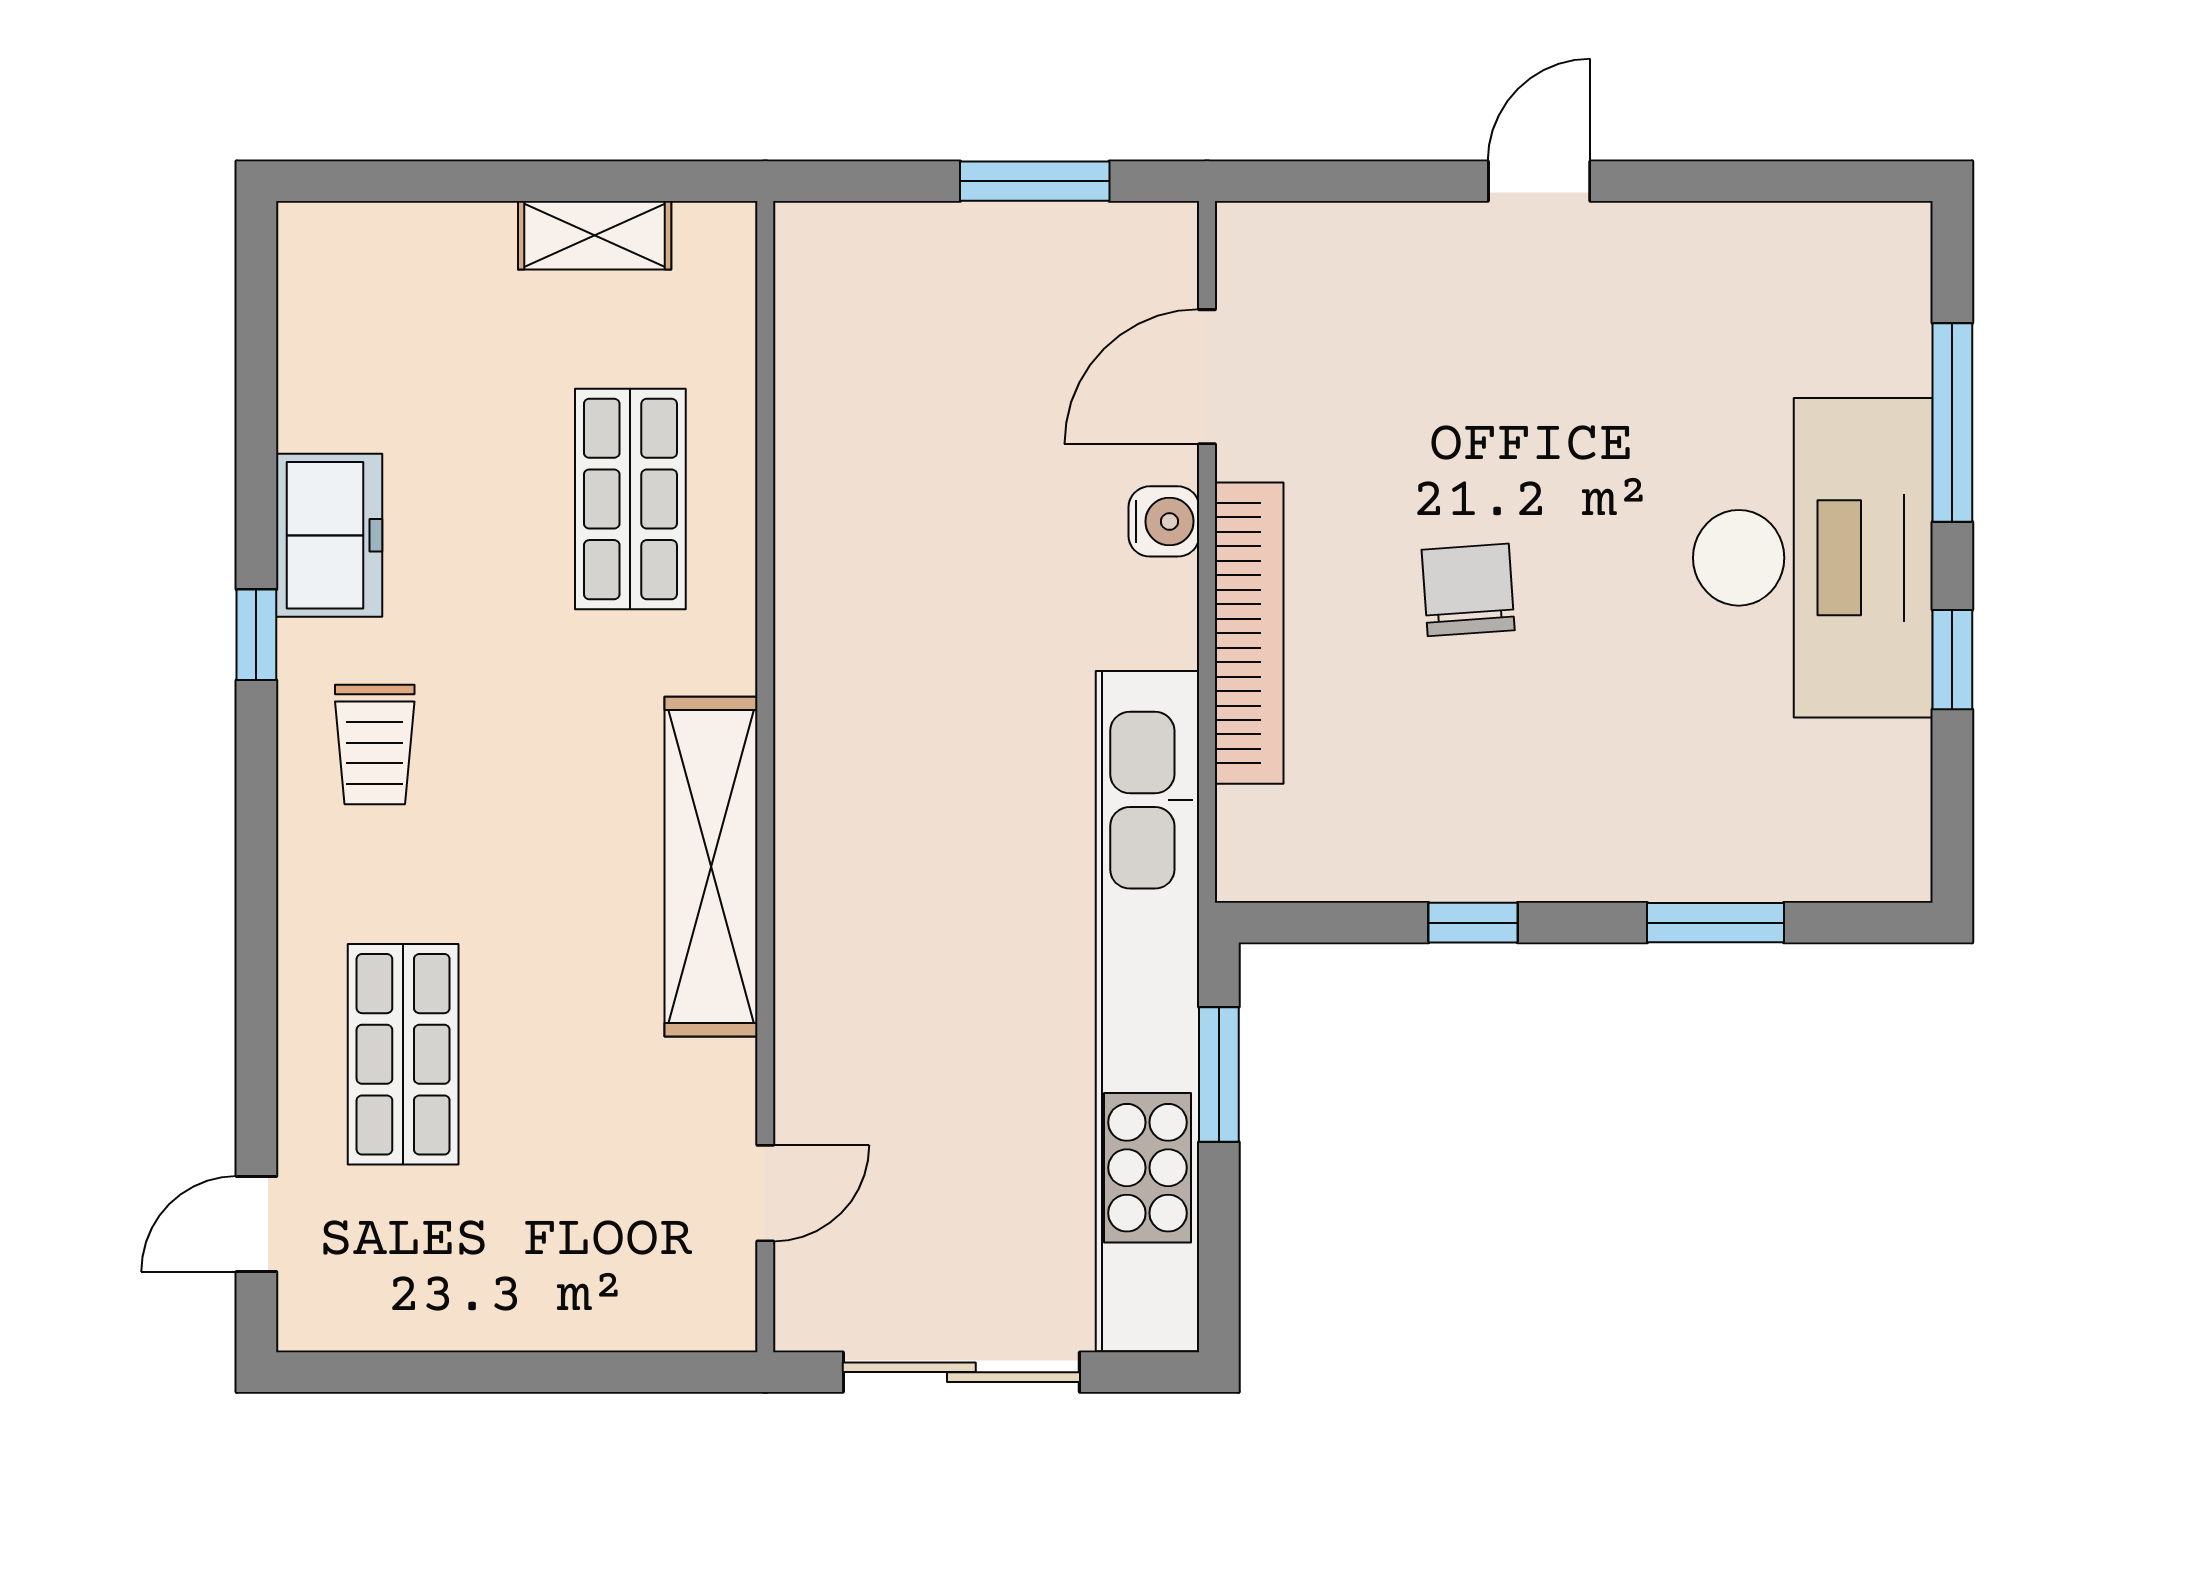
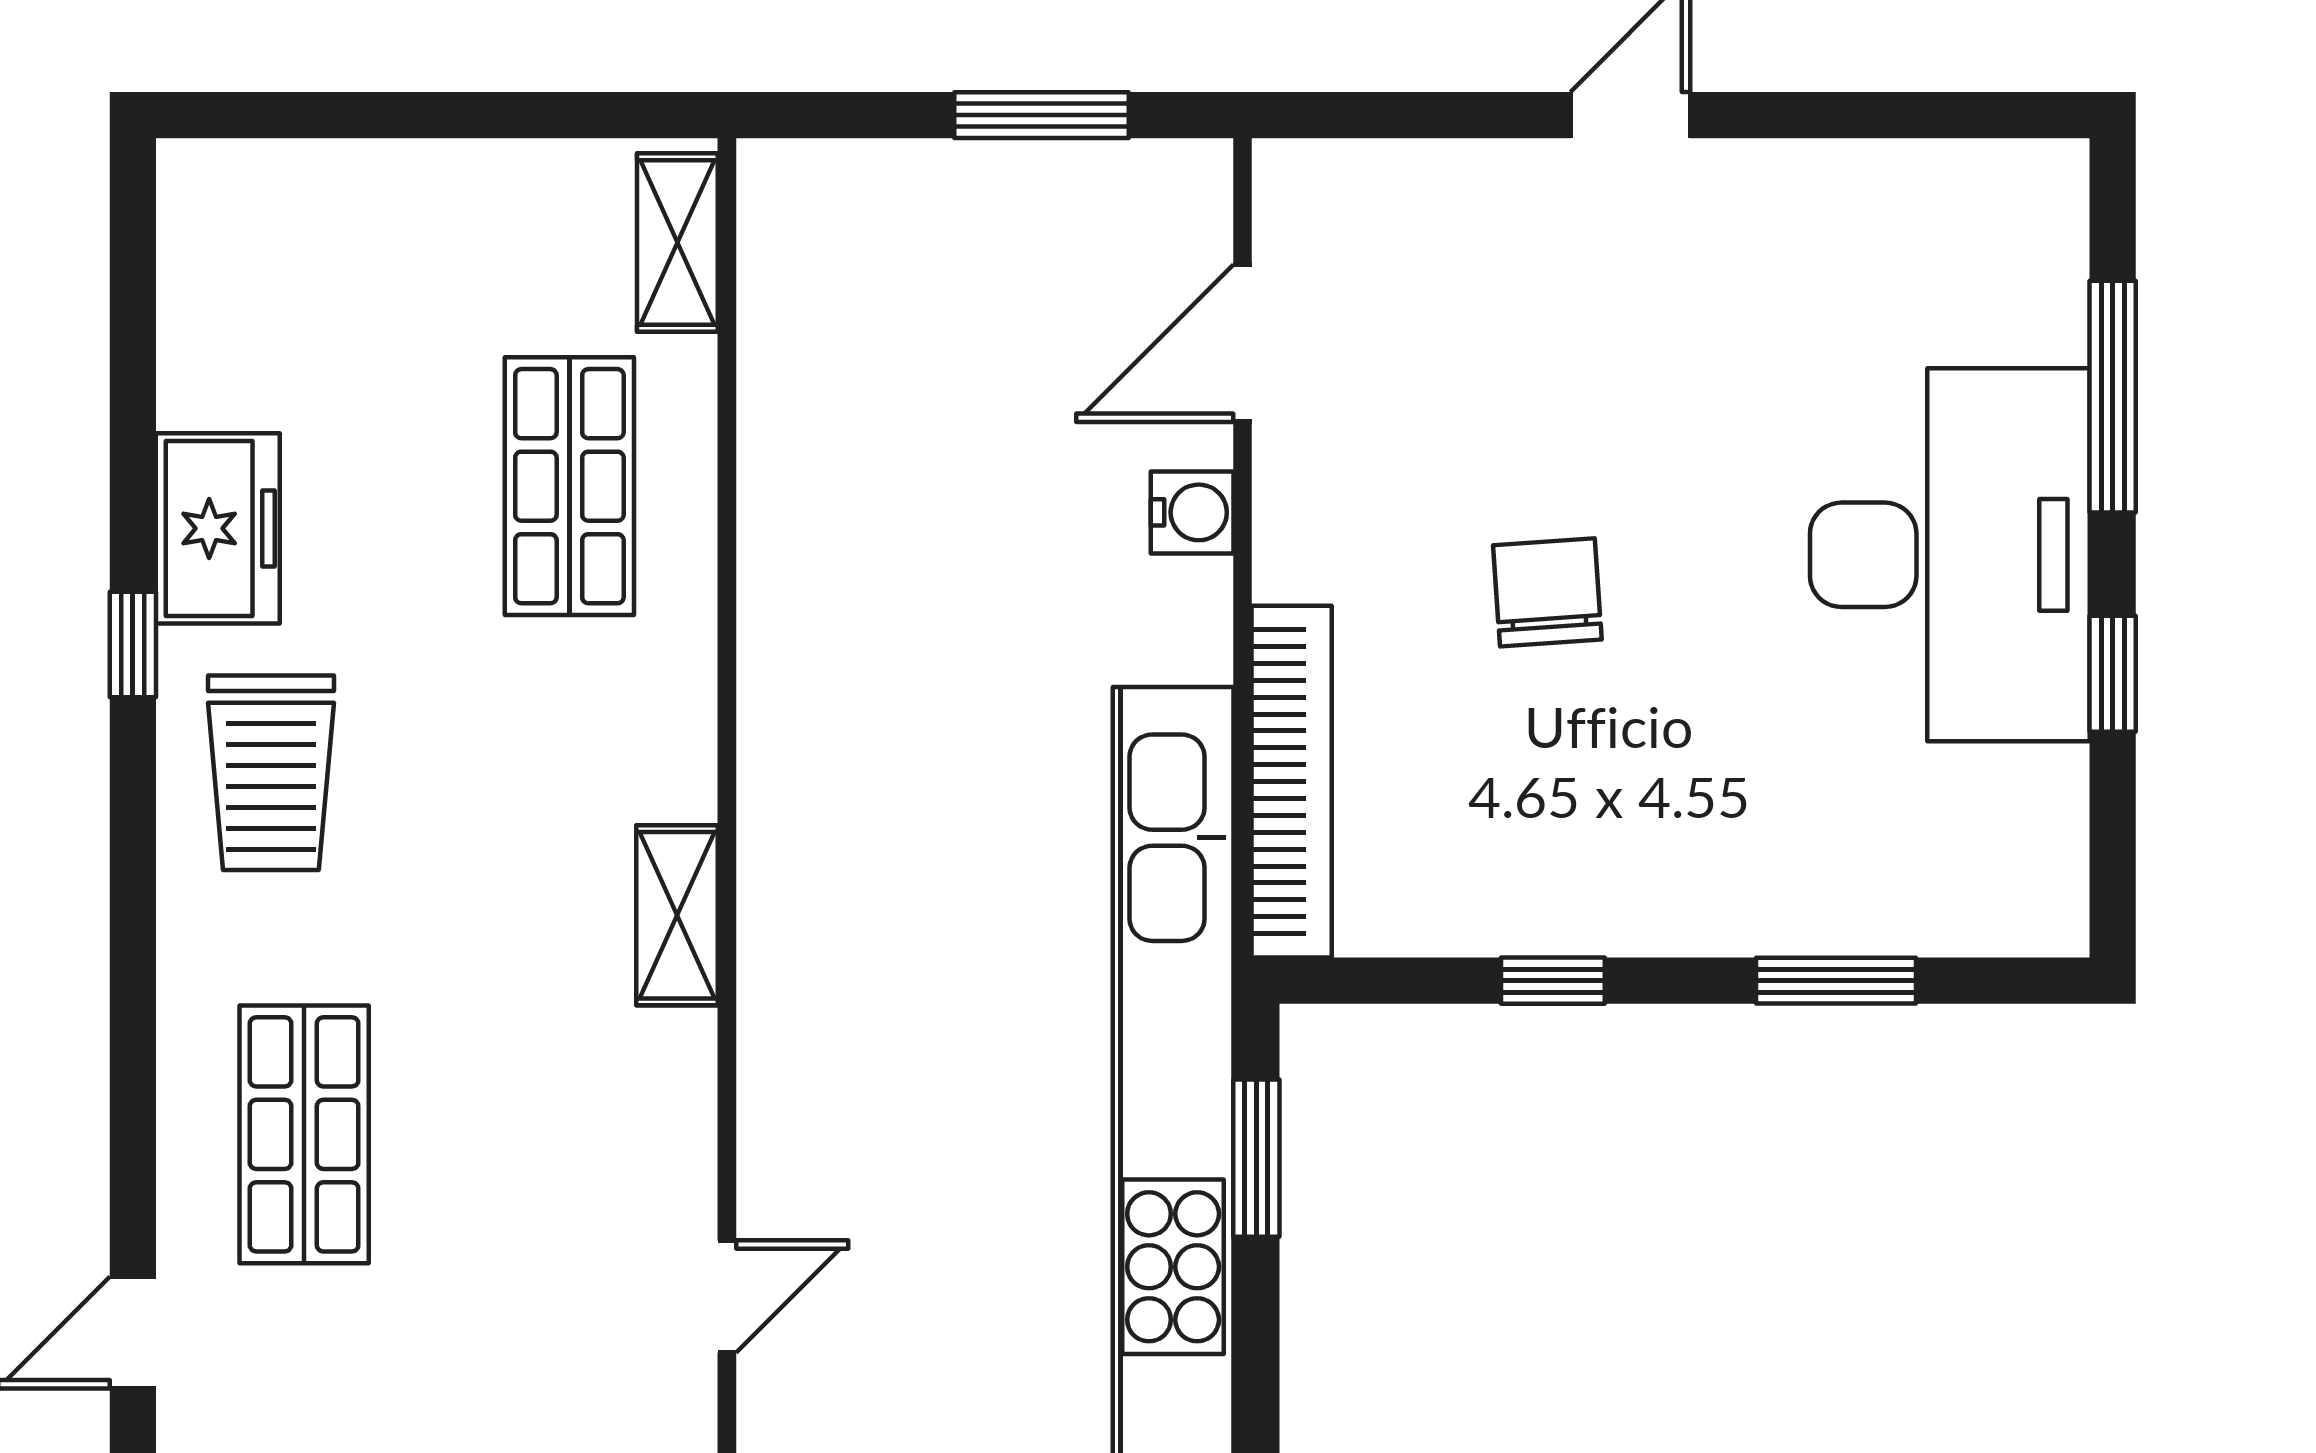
shelving: (595, 235) -> (677, 242), moved, turned 90
bookcase: (1249, 633) -> (1292, 782), moved
trolley: (375, 744) -> (271, 773), width x1.36, depth x1.39
shelving: (711, 867) -> (677, 915), width x0.45, depth x0.75

